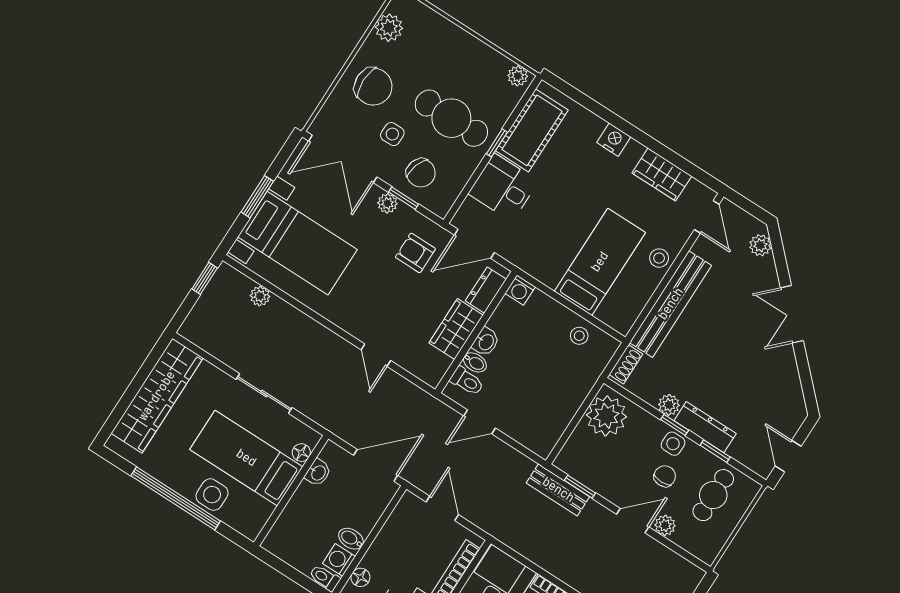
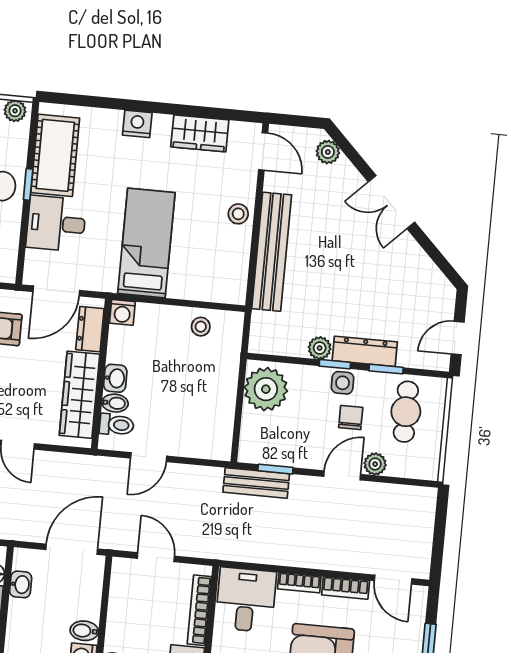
bed: (600, 262) -> (146, 243), moved
wardrobe: (456, 329) -> (80, 395), width x1.50
shoe rack: (626, 364) -> (259, 331), removed
door: (788, 456) -> (458, 338), hinge flipped

